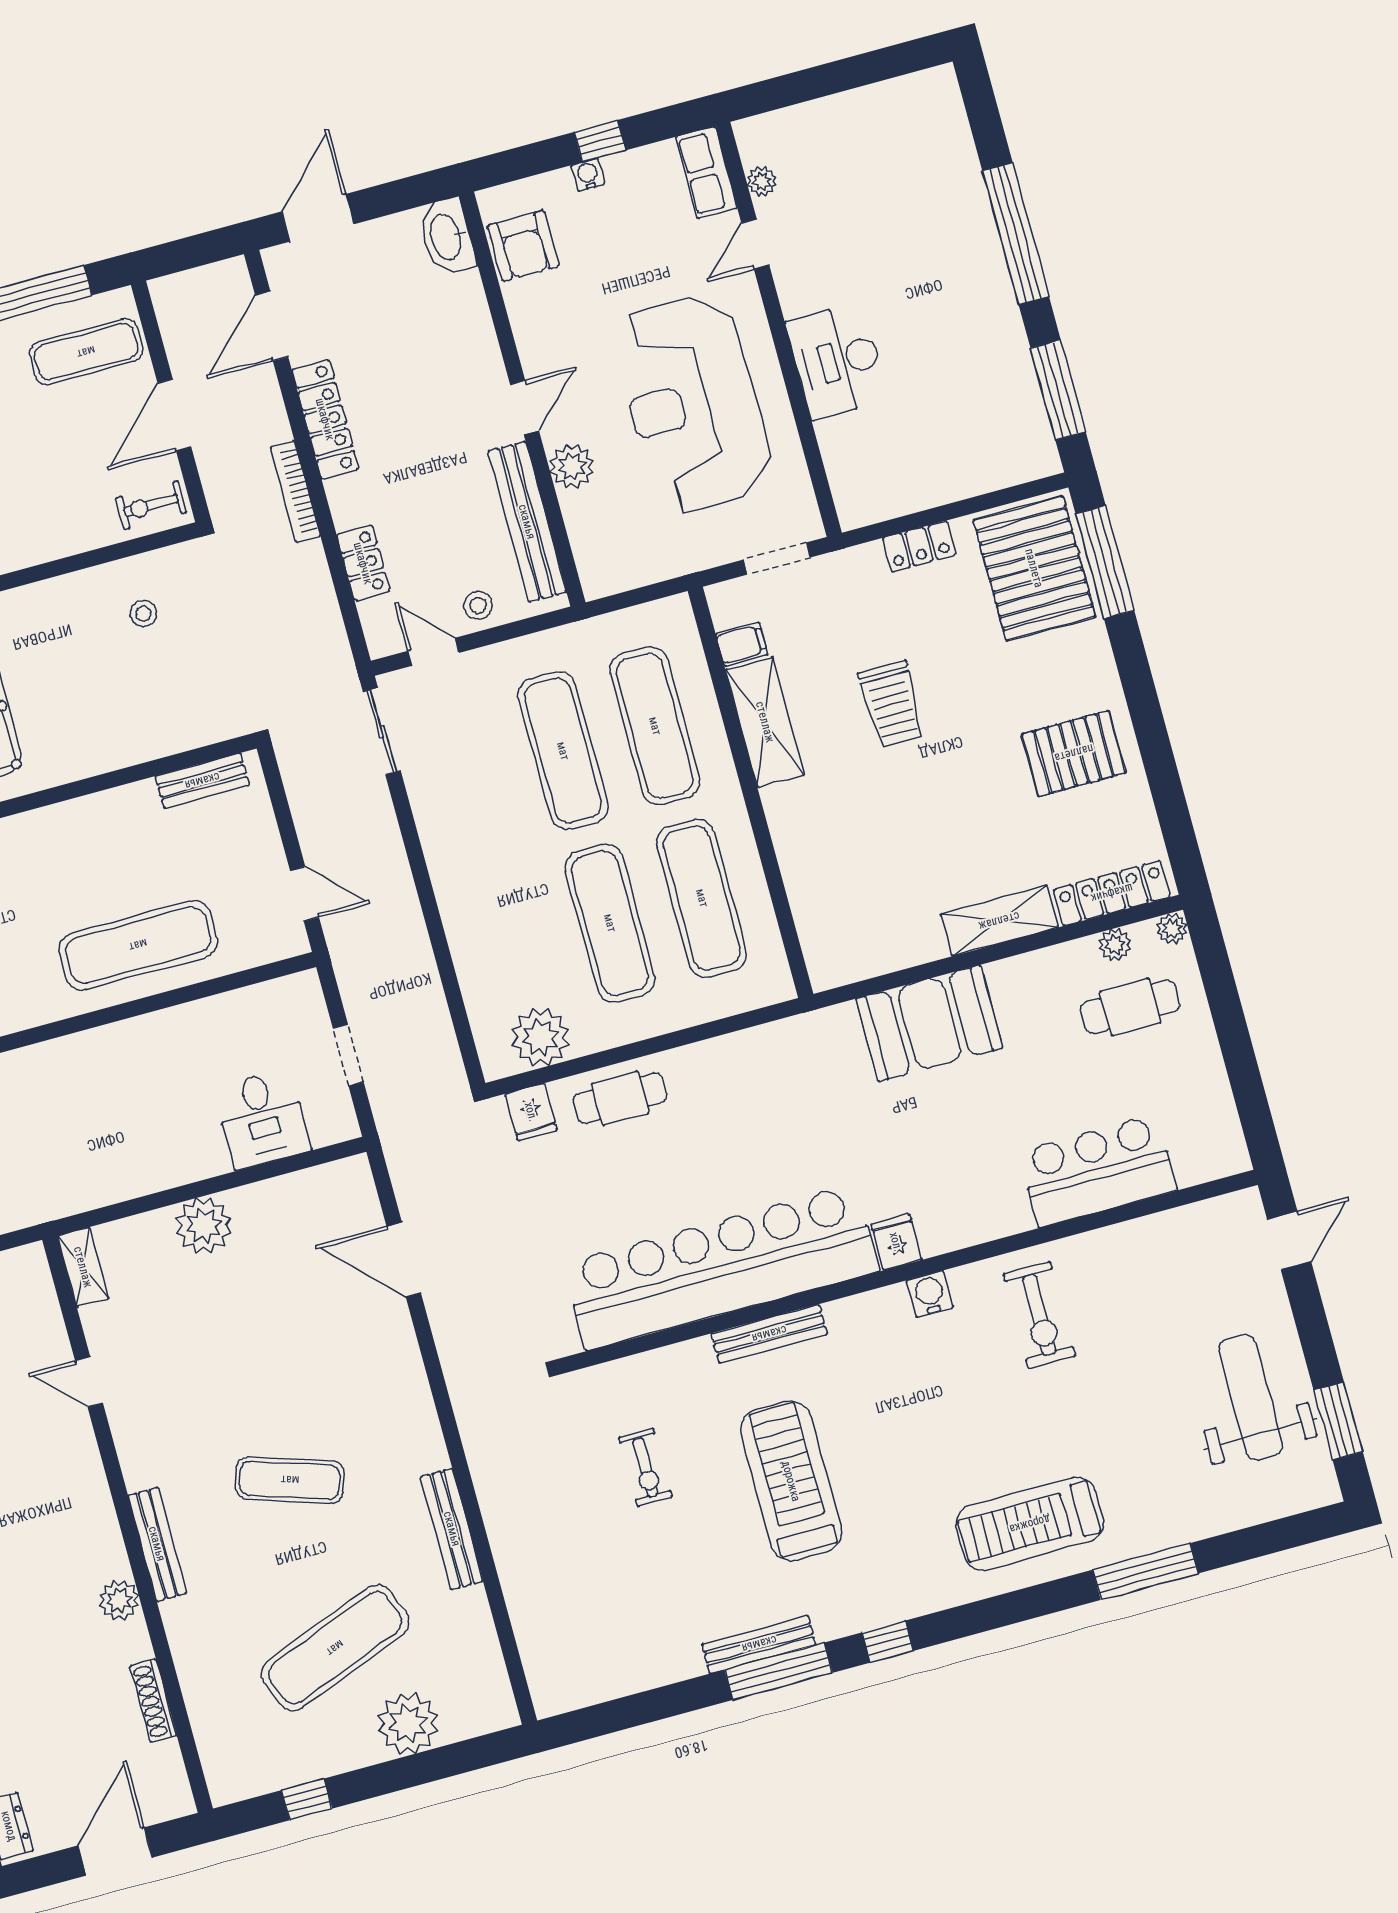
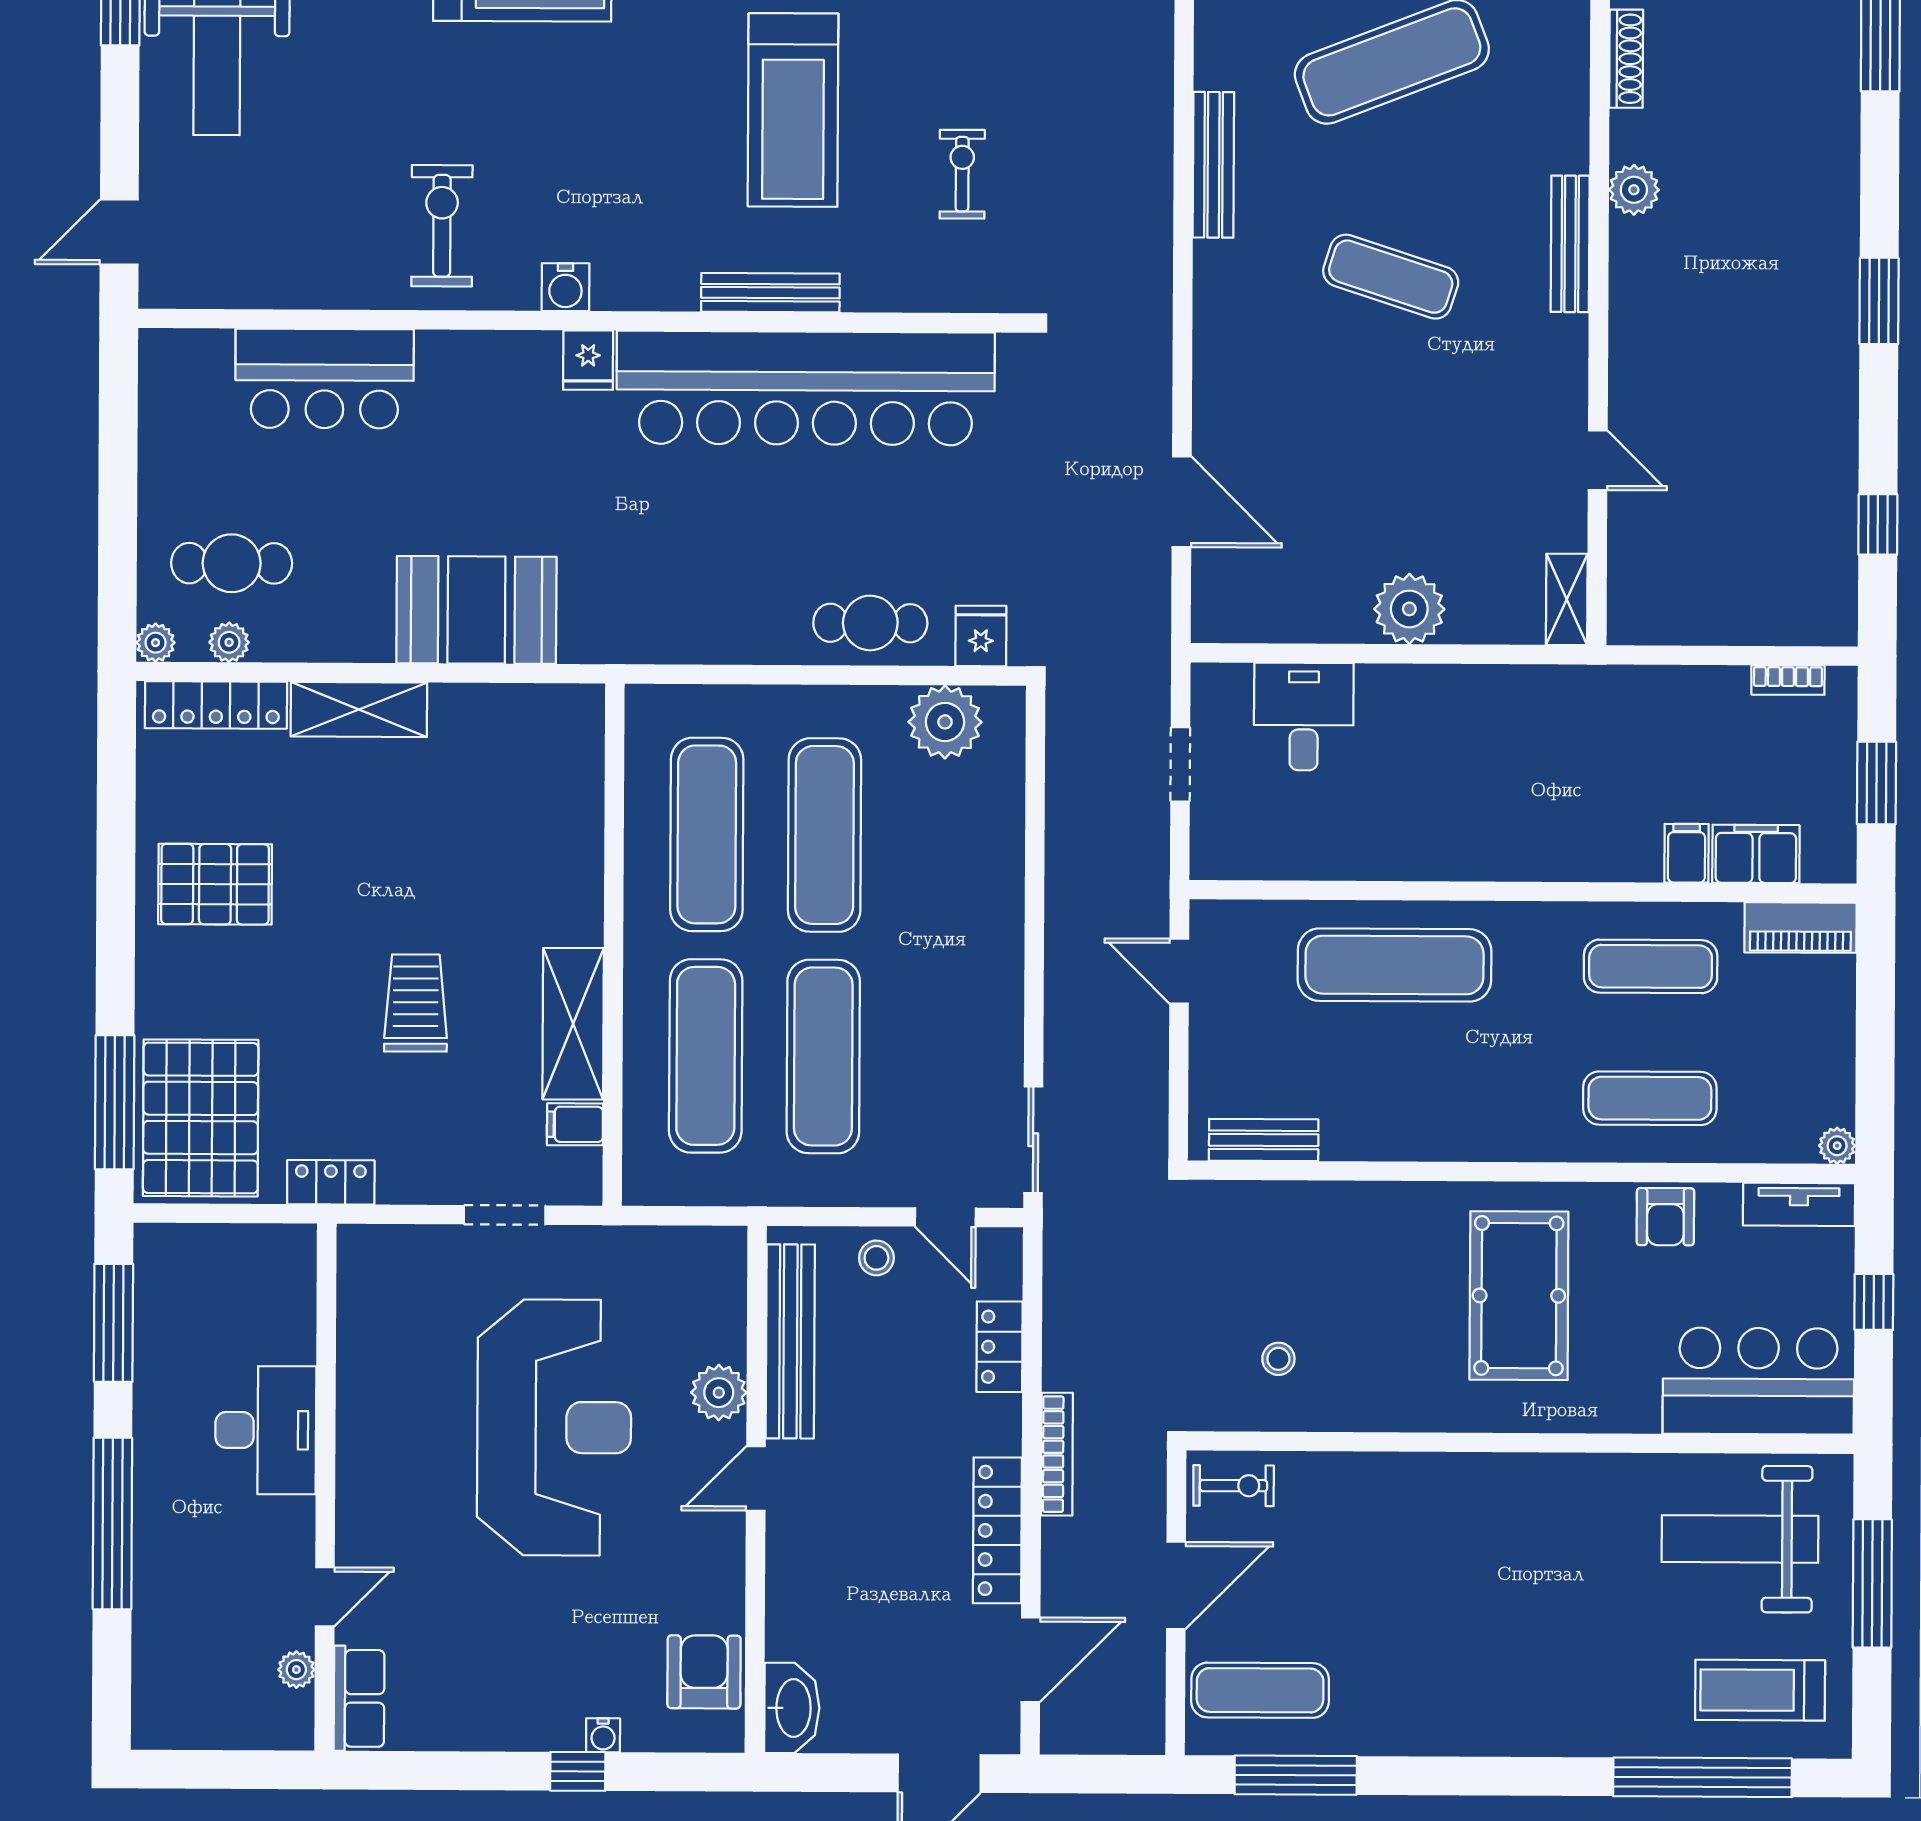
row of seats: (707, 172) -> (359, 1698), moved
plant: (762, 181) -> (296, 1670), moved
door: (755, 244) -> (325, 1597), moved
wall: (778, 329) -> (325, 1487), moved
desk: (837, 361) -> (266, 1430), moved

